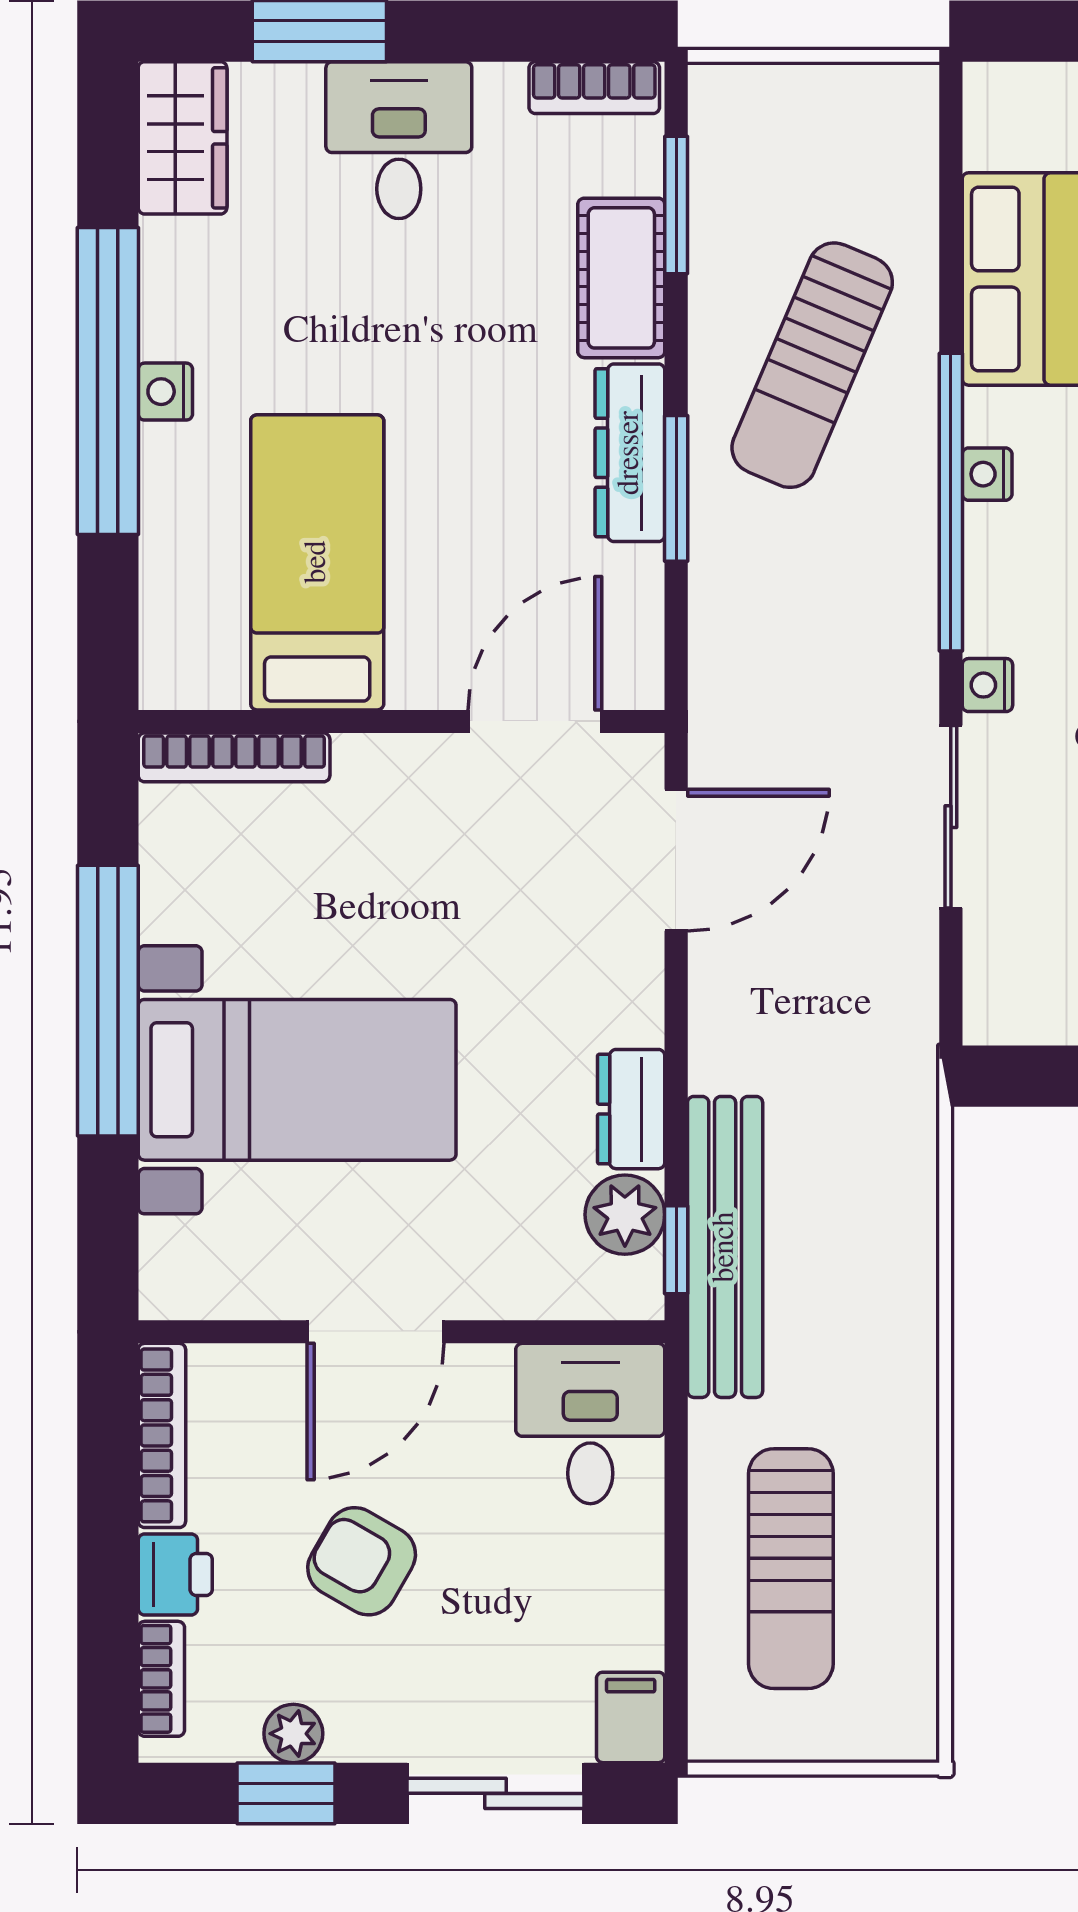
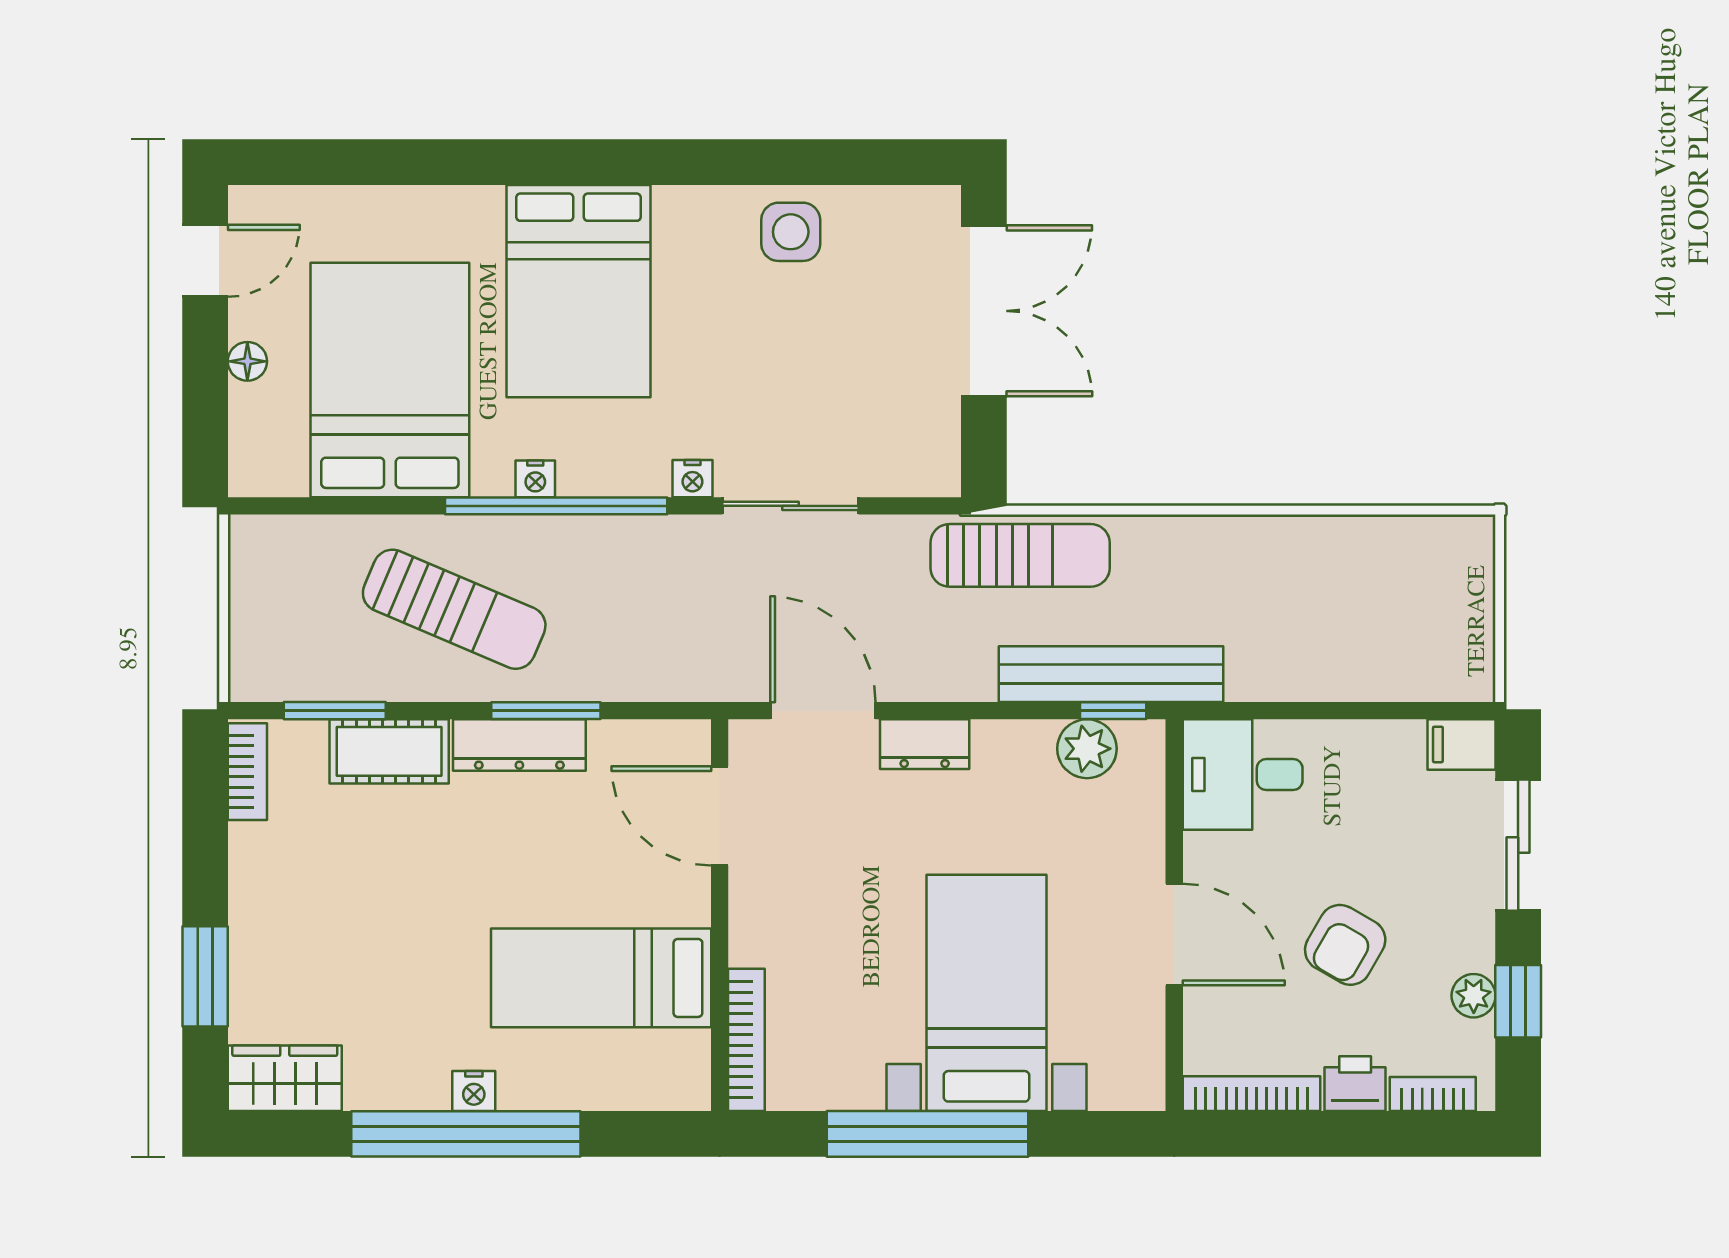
desk: (399, 140) -> (286, 917), removed
dresser: (631, 1109) -> (925, 744), moved
sun lounger: (791, 1569) -> (1020, 555), moved

